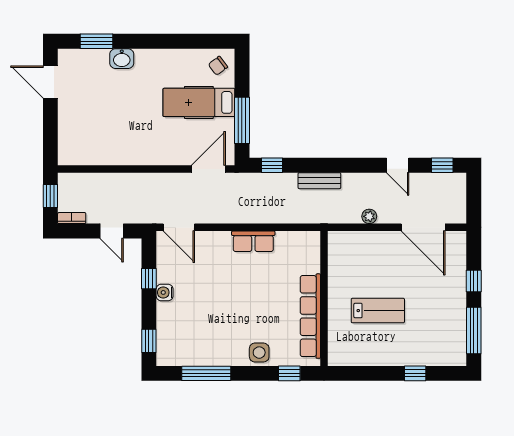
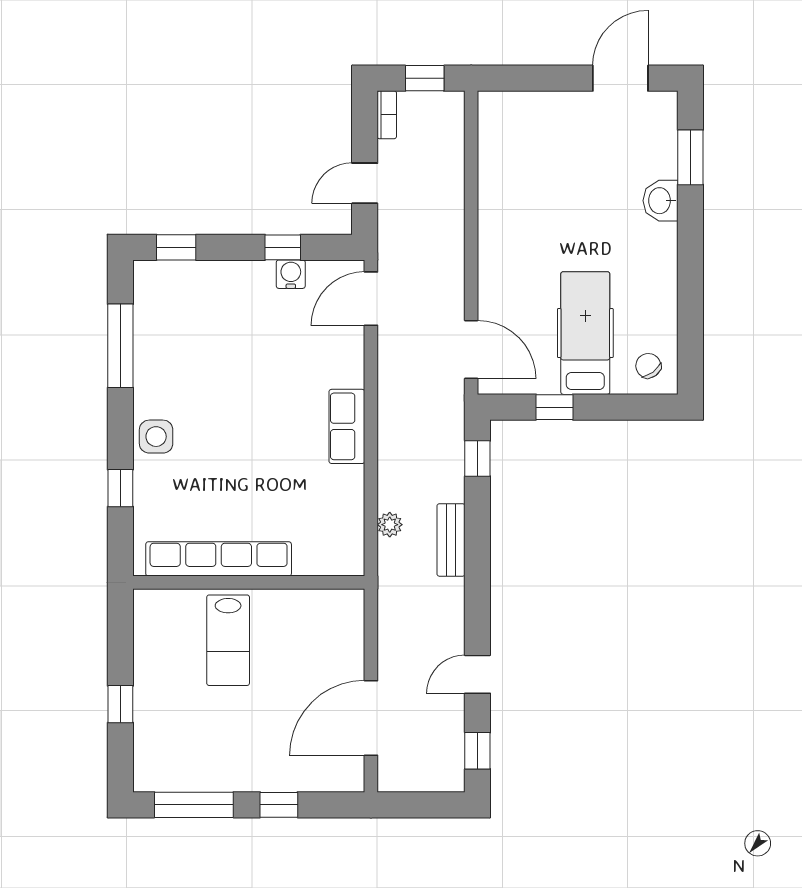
window: (242, 120) -> (554, 407), width x0.46
plant: (369, 216) -> (390, 525), moved
water cooler: (165, 292) -> (291, 274), moved
wall: (324, 298) -> (249, 582), moved
row of seats: (310, 316) -> (219, 559), moved

